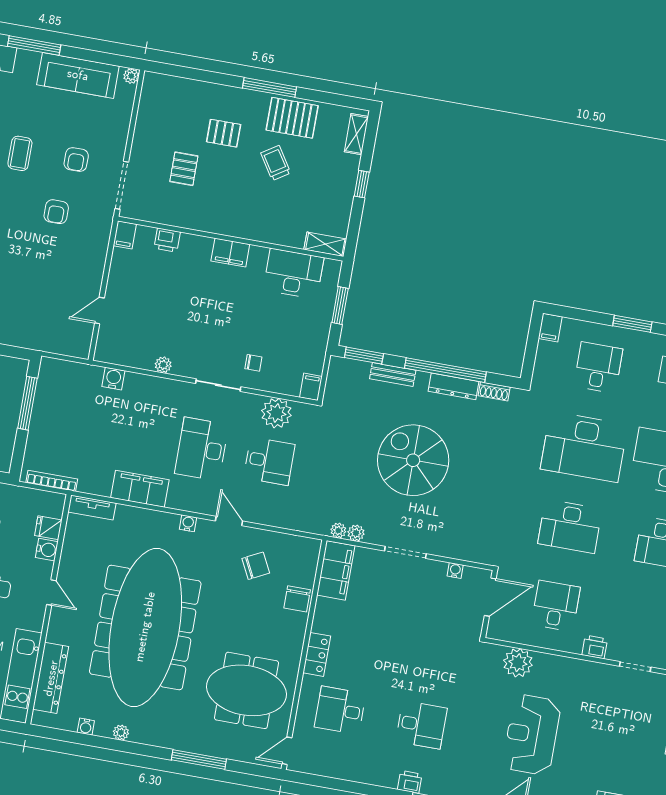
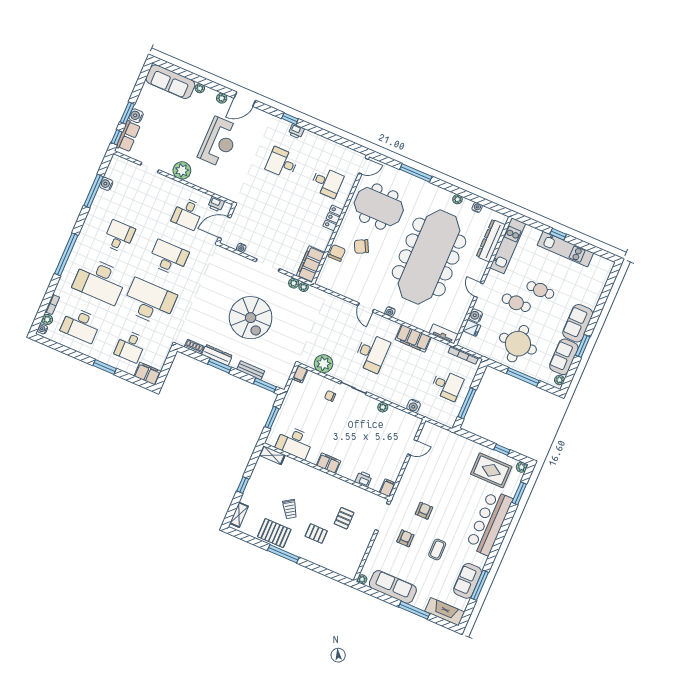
filing cabinet: (550, 328) -> (148, 374), width x2.00
window: (445, 370) -> (220, 366), width x0.47
desk: (269, 461) -> (447, 385), moved, turned 180
chair: (256, 566) -> (361, 246), moved
printer: (595, 647) -> (216, 204), moved
plant: (518, 663) -> (182, 170), moved

